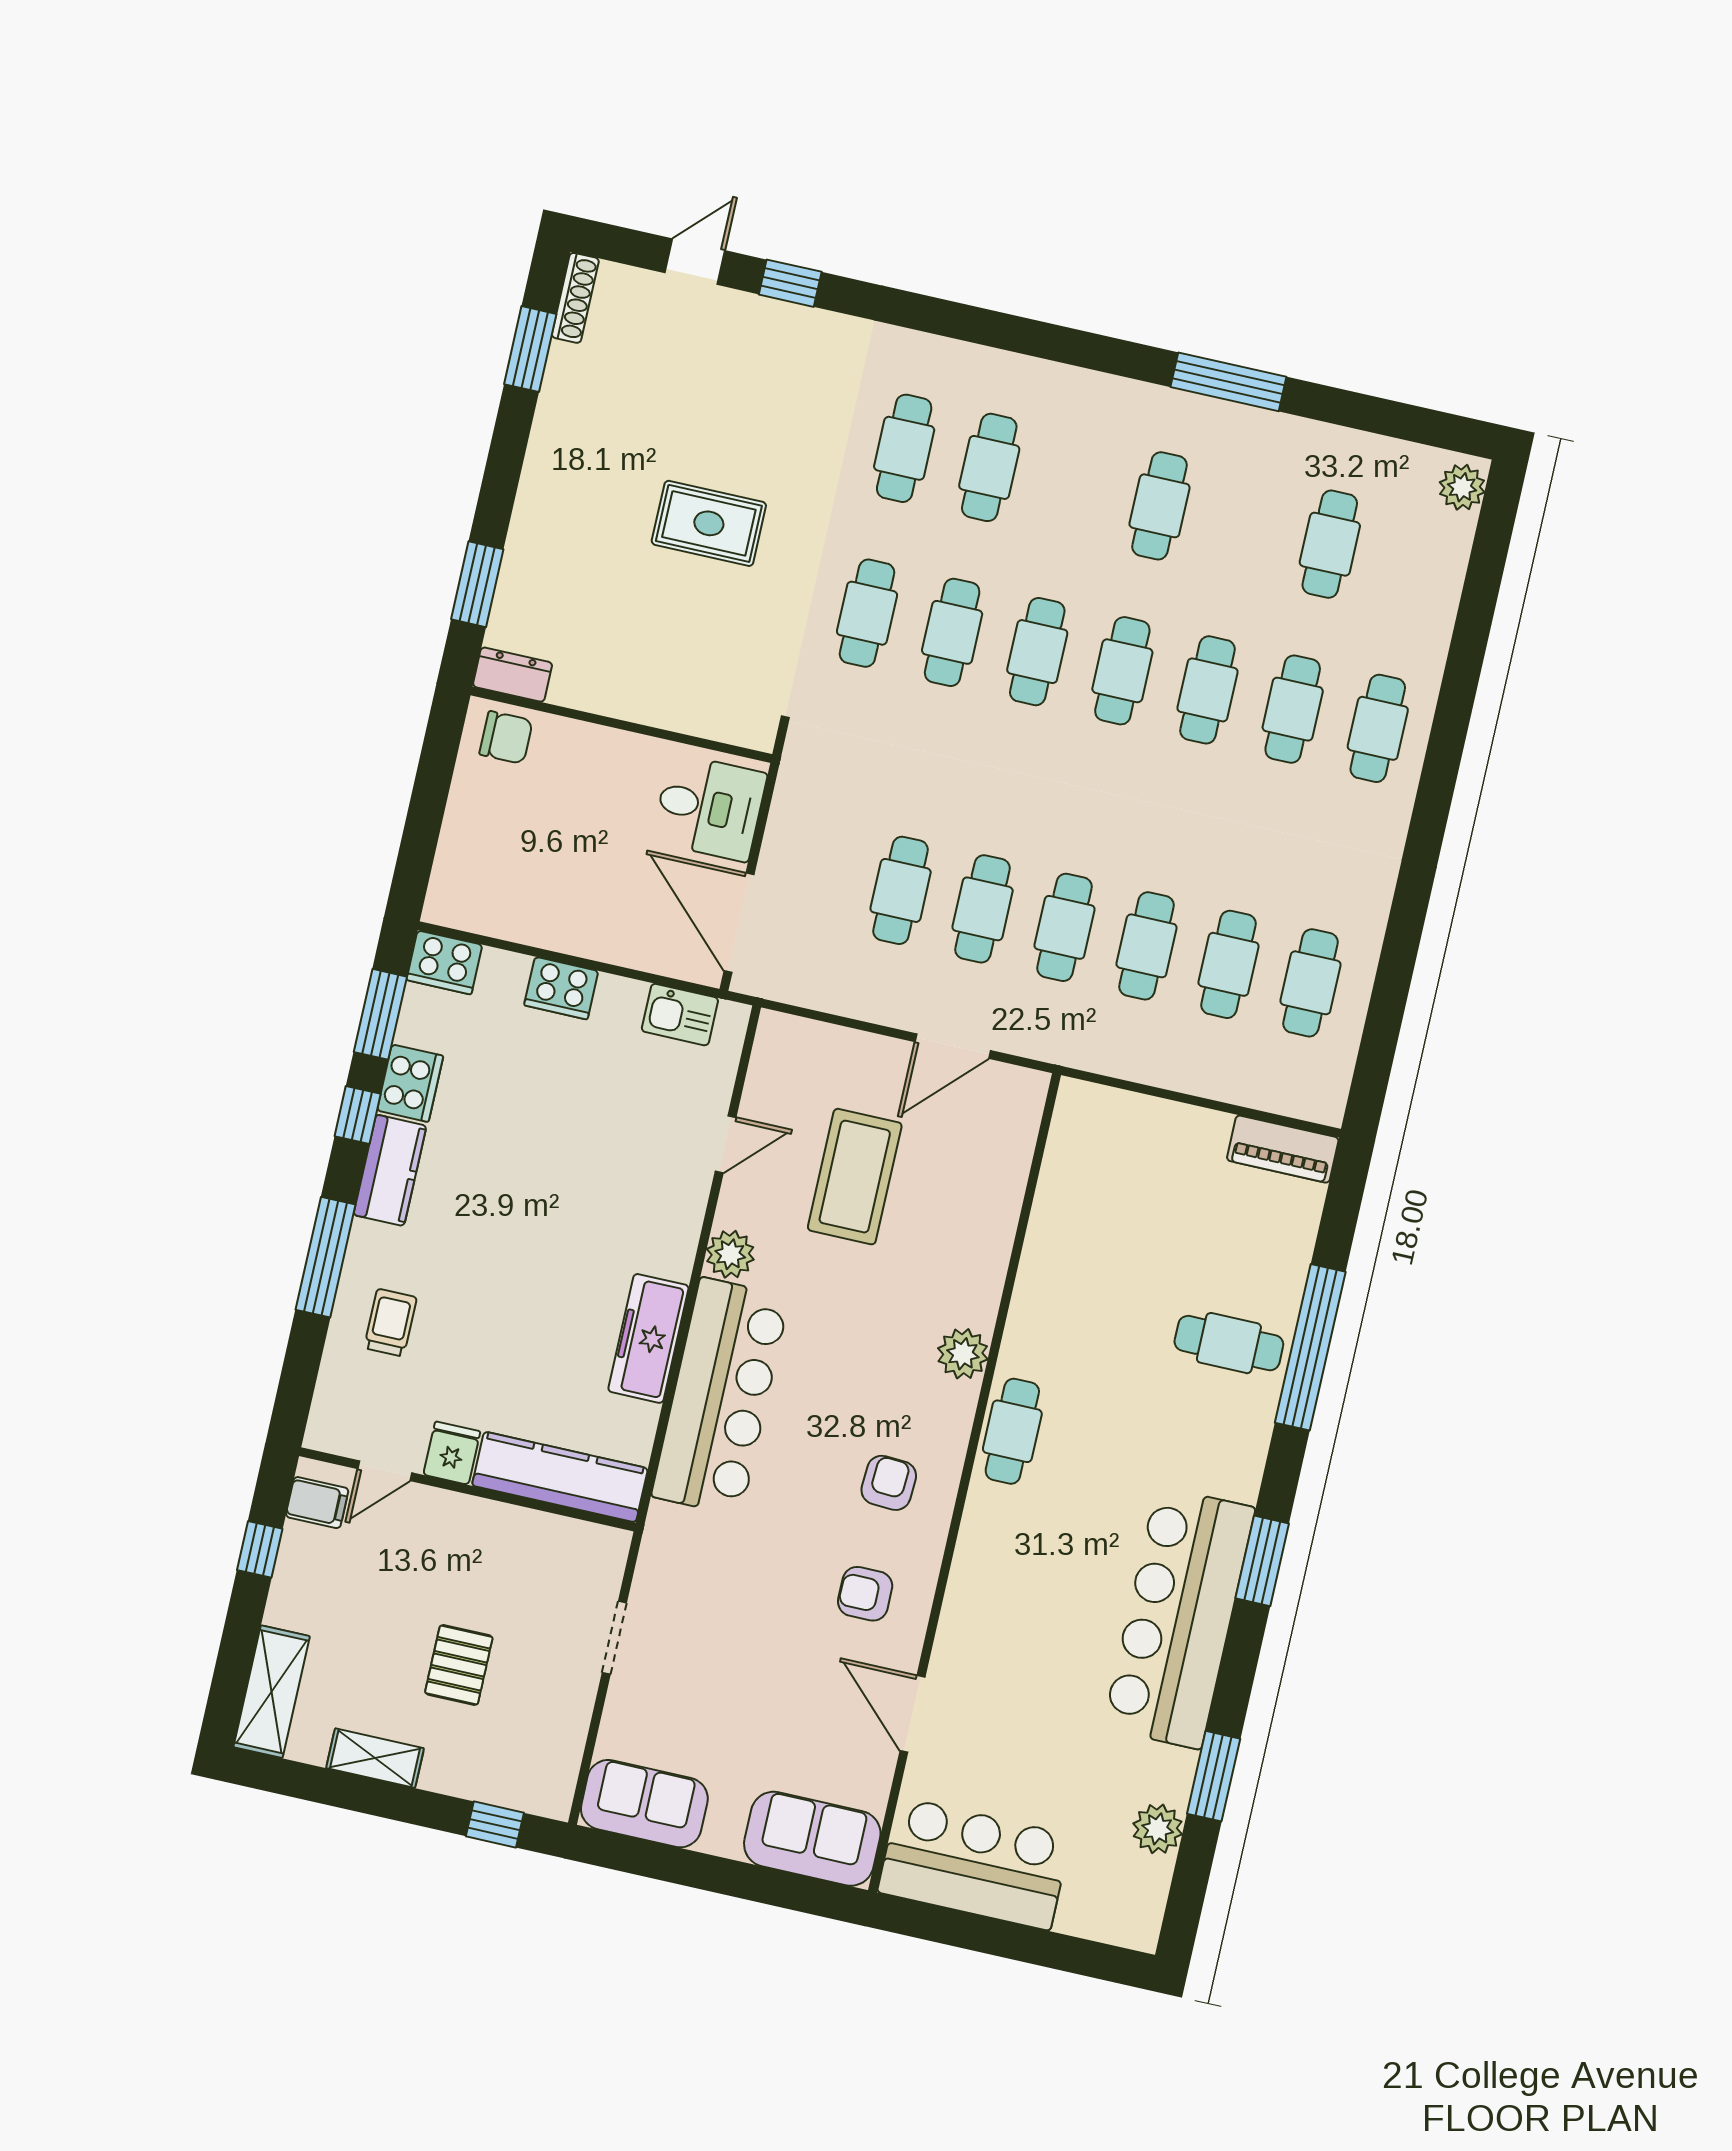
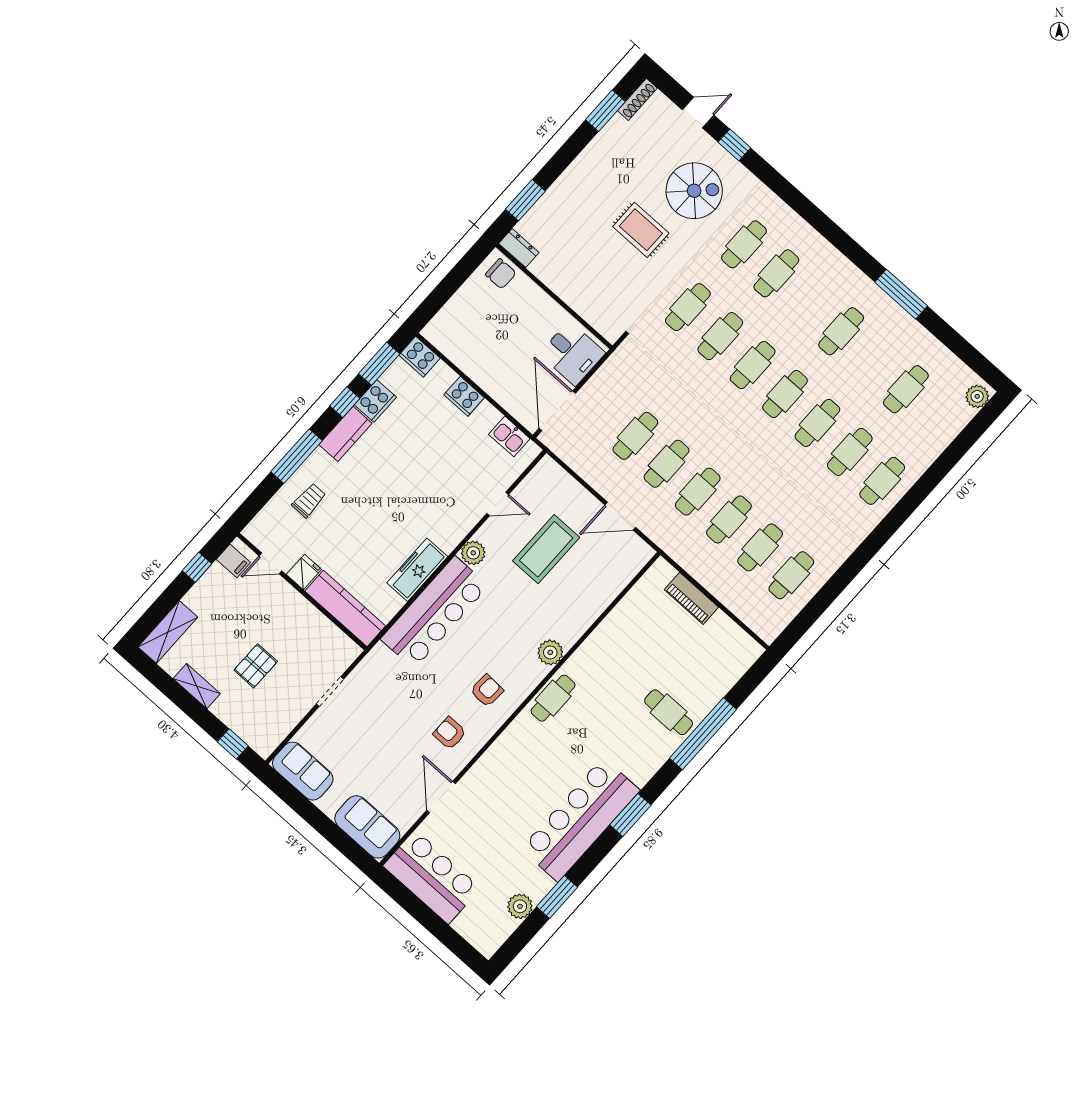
spiral stairs: (764, 403) -> (694, 191), added
piano: (1283, 1149) -> (691, 598), moved

